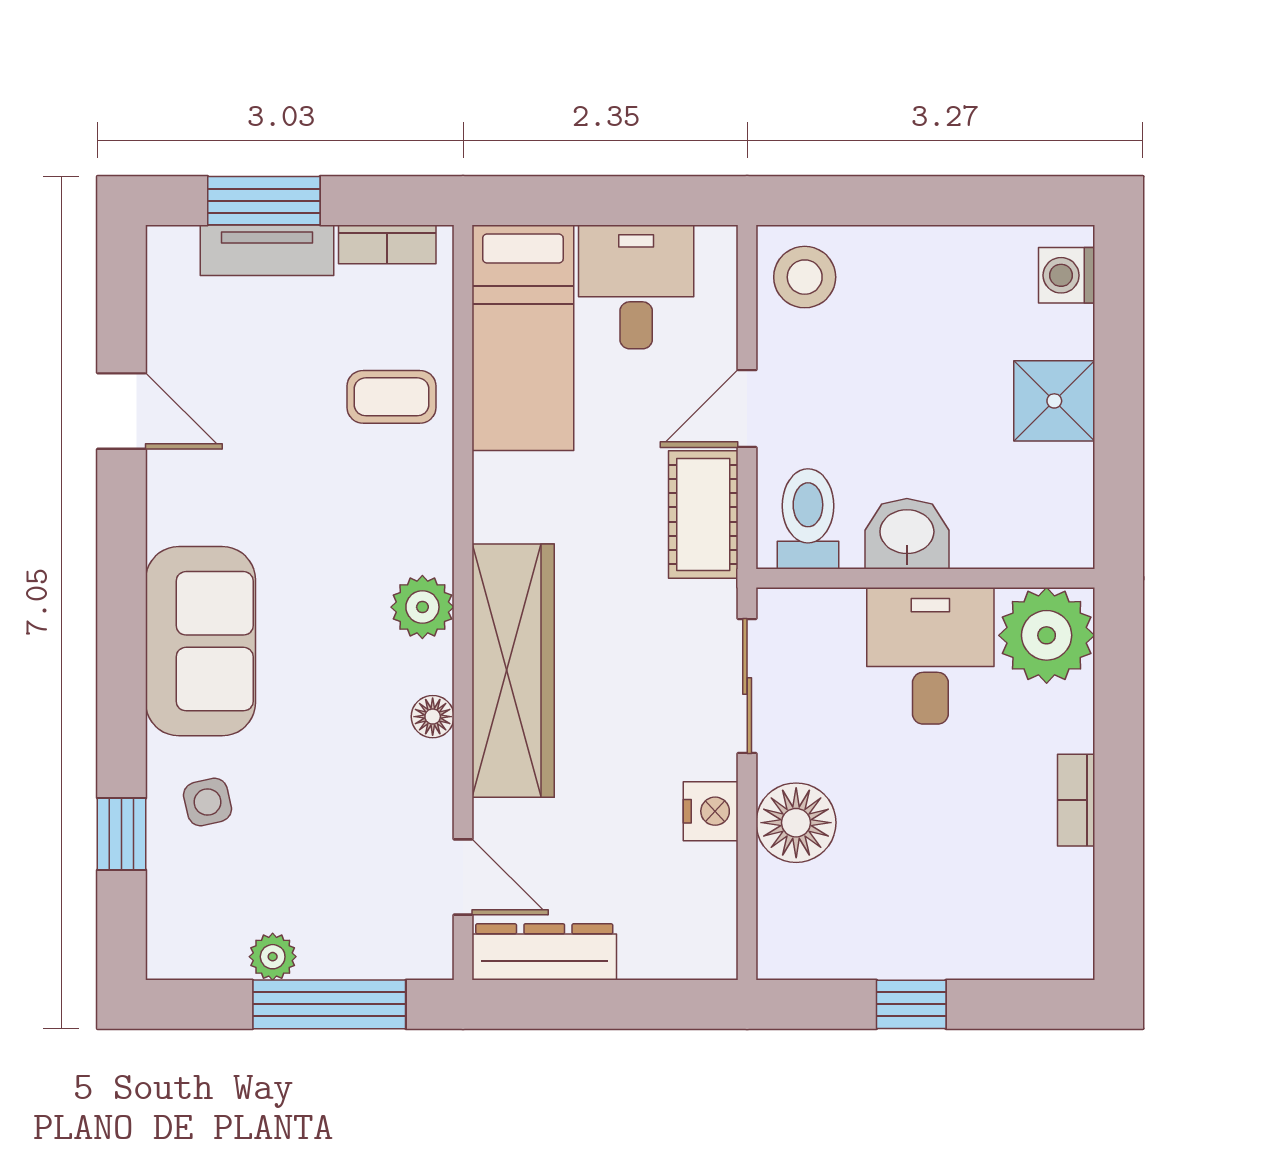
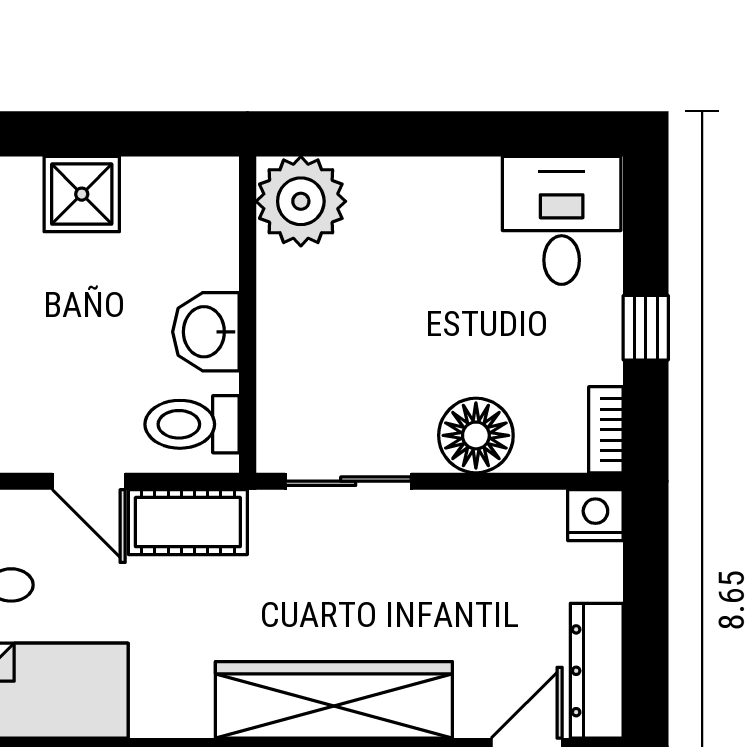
desk: (930, 656) -> (562, 220), moved, turned 90
bookcase: (1076, 800) -> (606, 430), moved, turned 90
nightstand: (711, 811) -> (595, 515), moved

